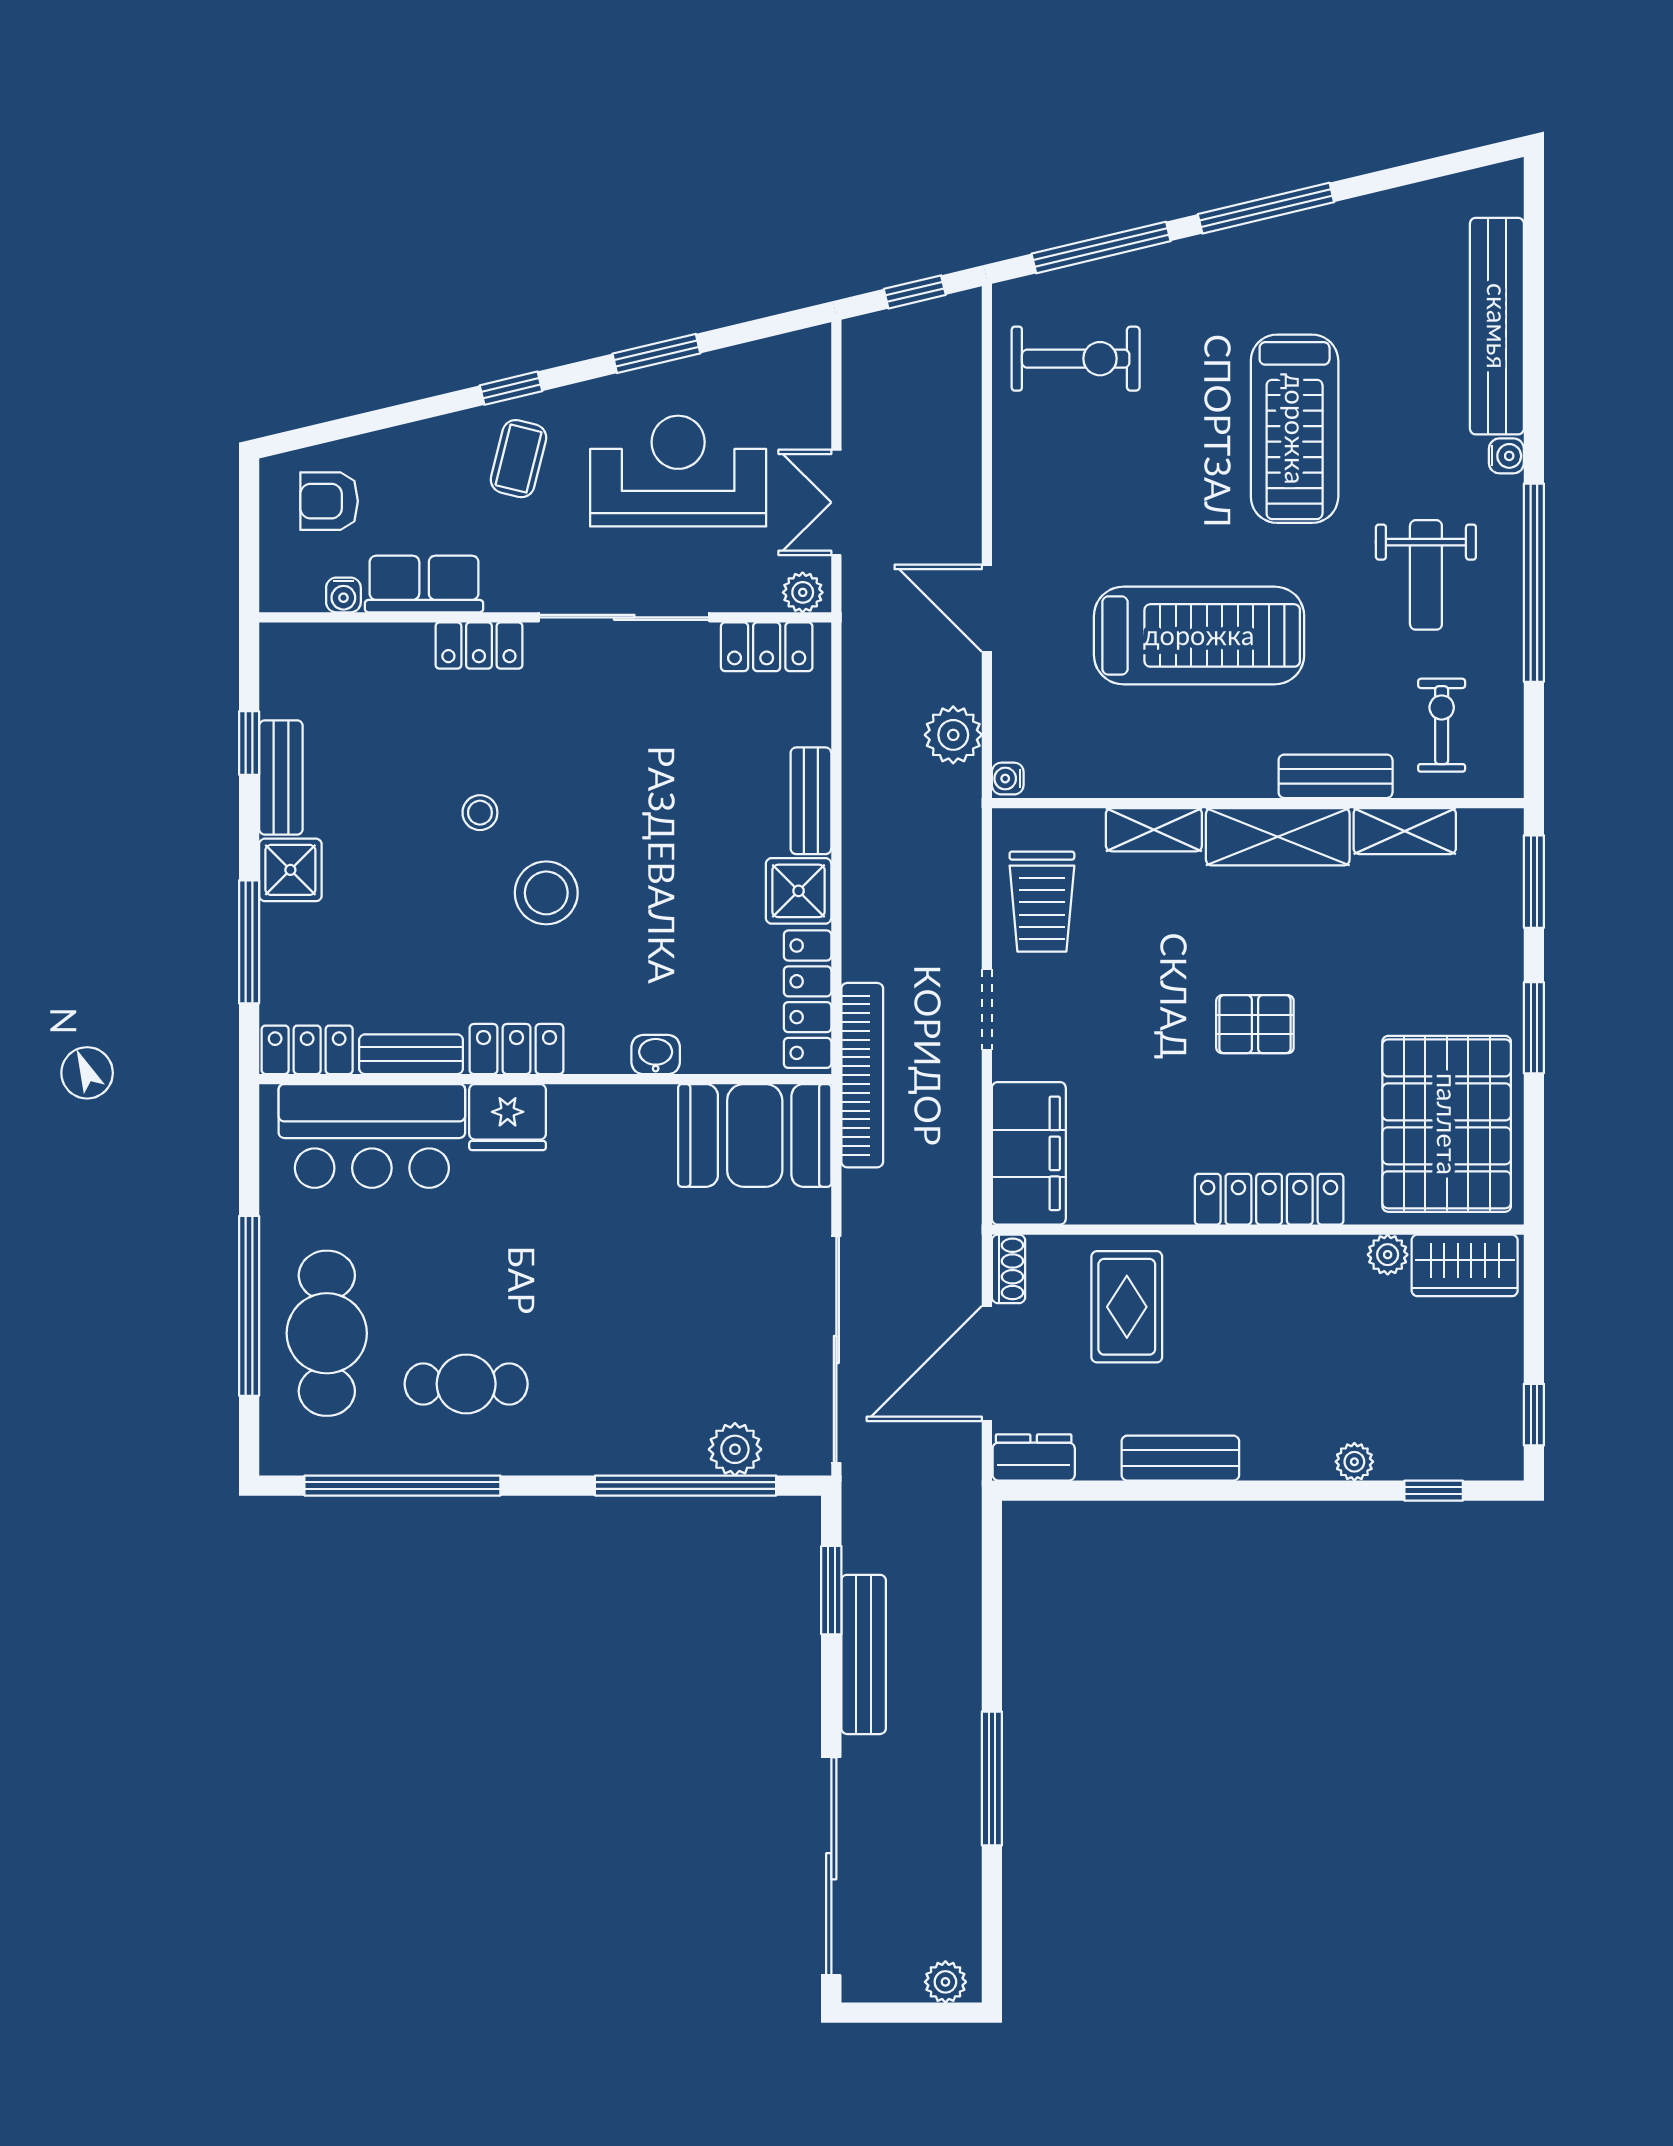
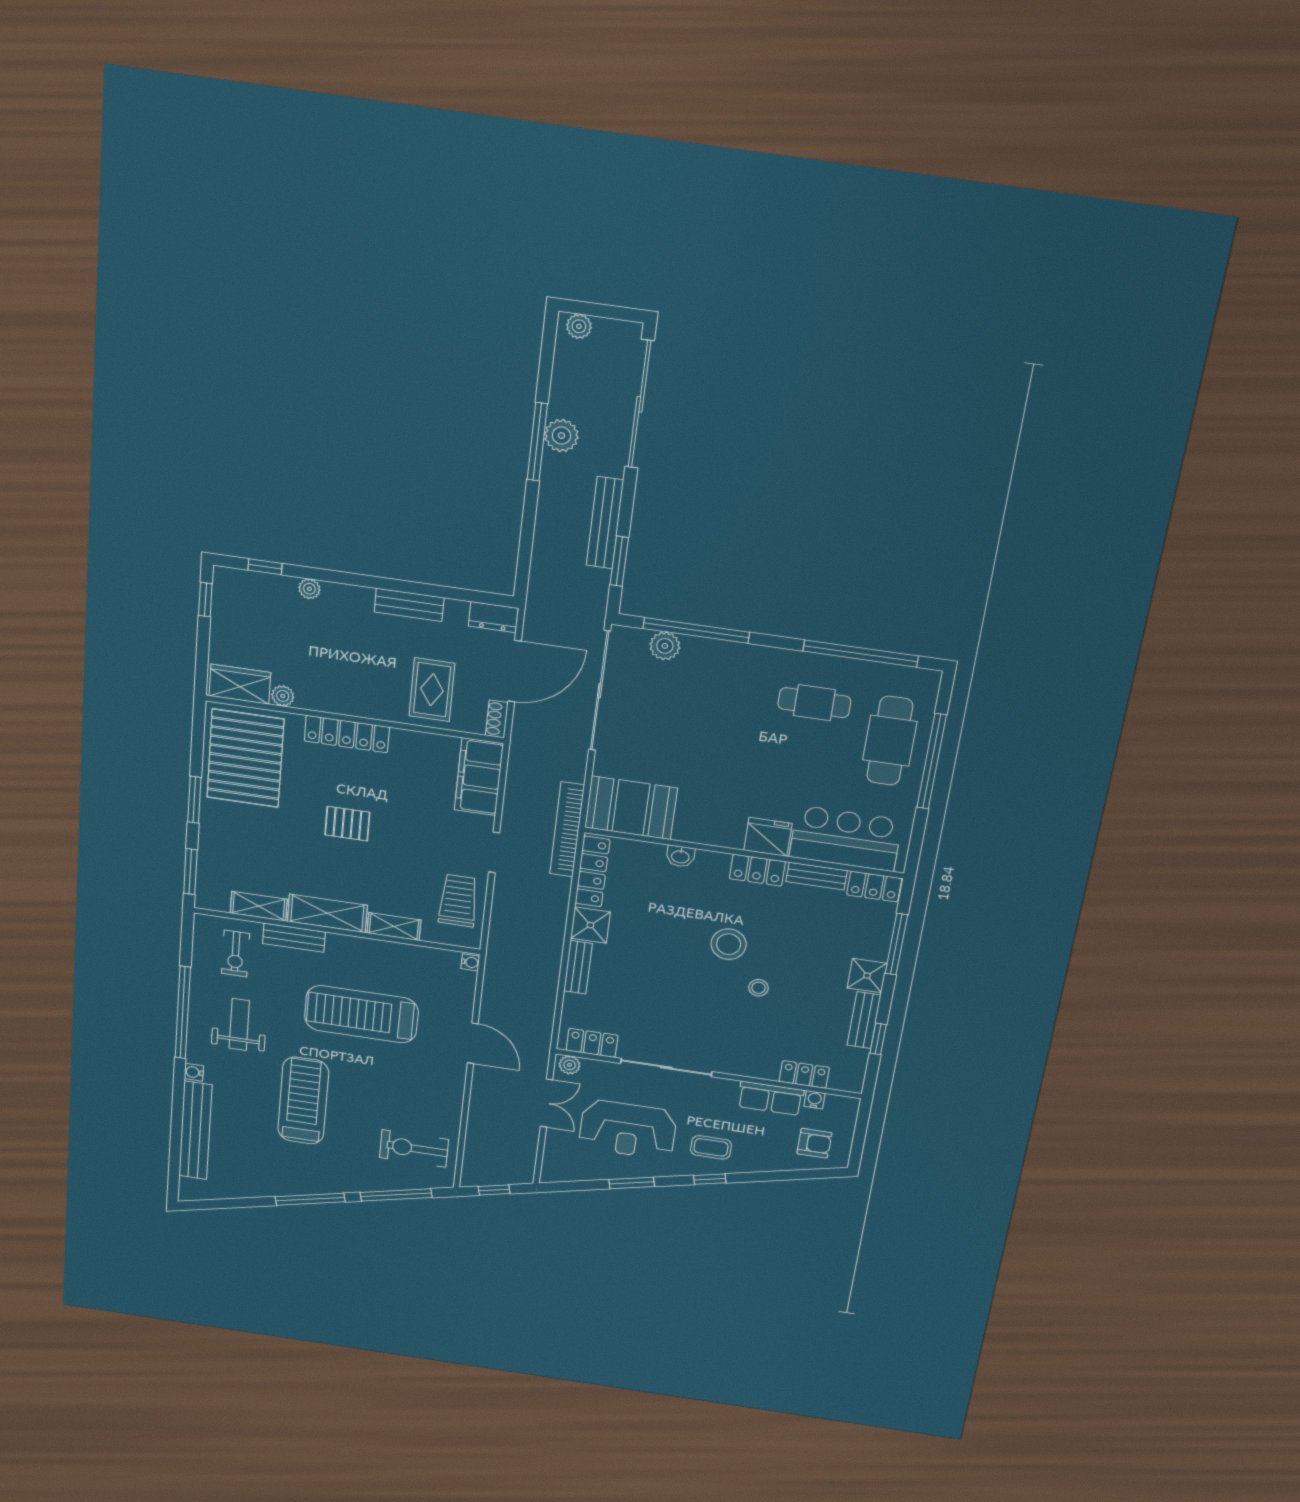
coffee table: (518, 459) -> (711, 1147), turned 76
locker: (479, 645) -> (804, 1074), moved
plant: (953, 735) -> (561, 436), moved

